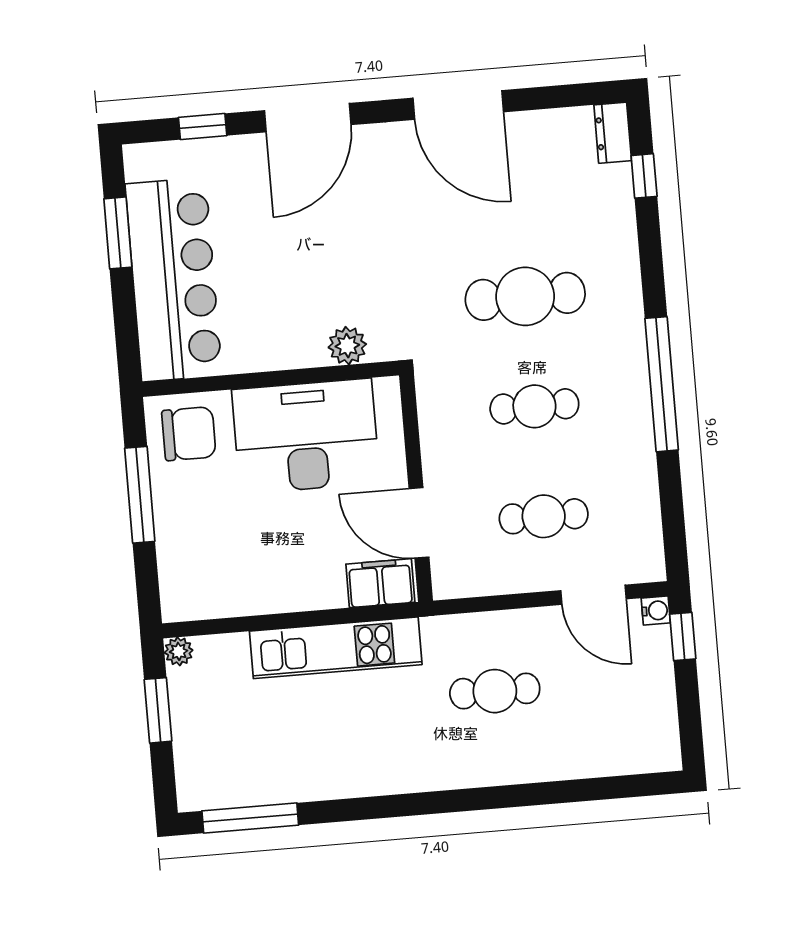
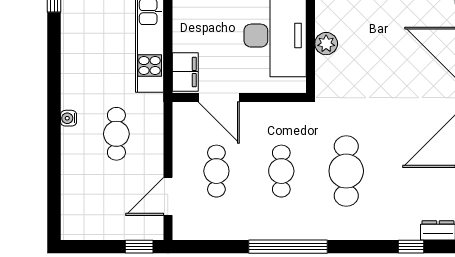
plant: (347, 346) -> (326, 44), moved
door: (419, 523) -> (219, 98), swing flipped
water cooler: (656, 611) -> (69, 118), moved, turned 90

